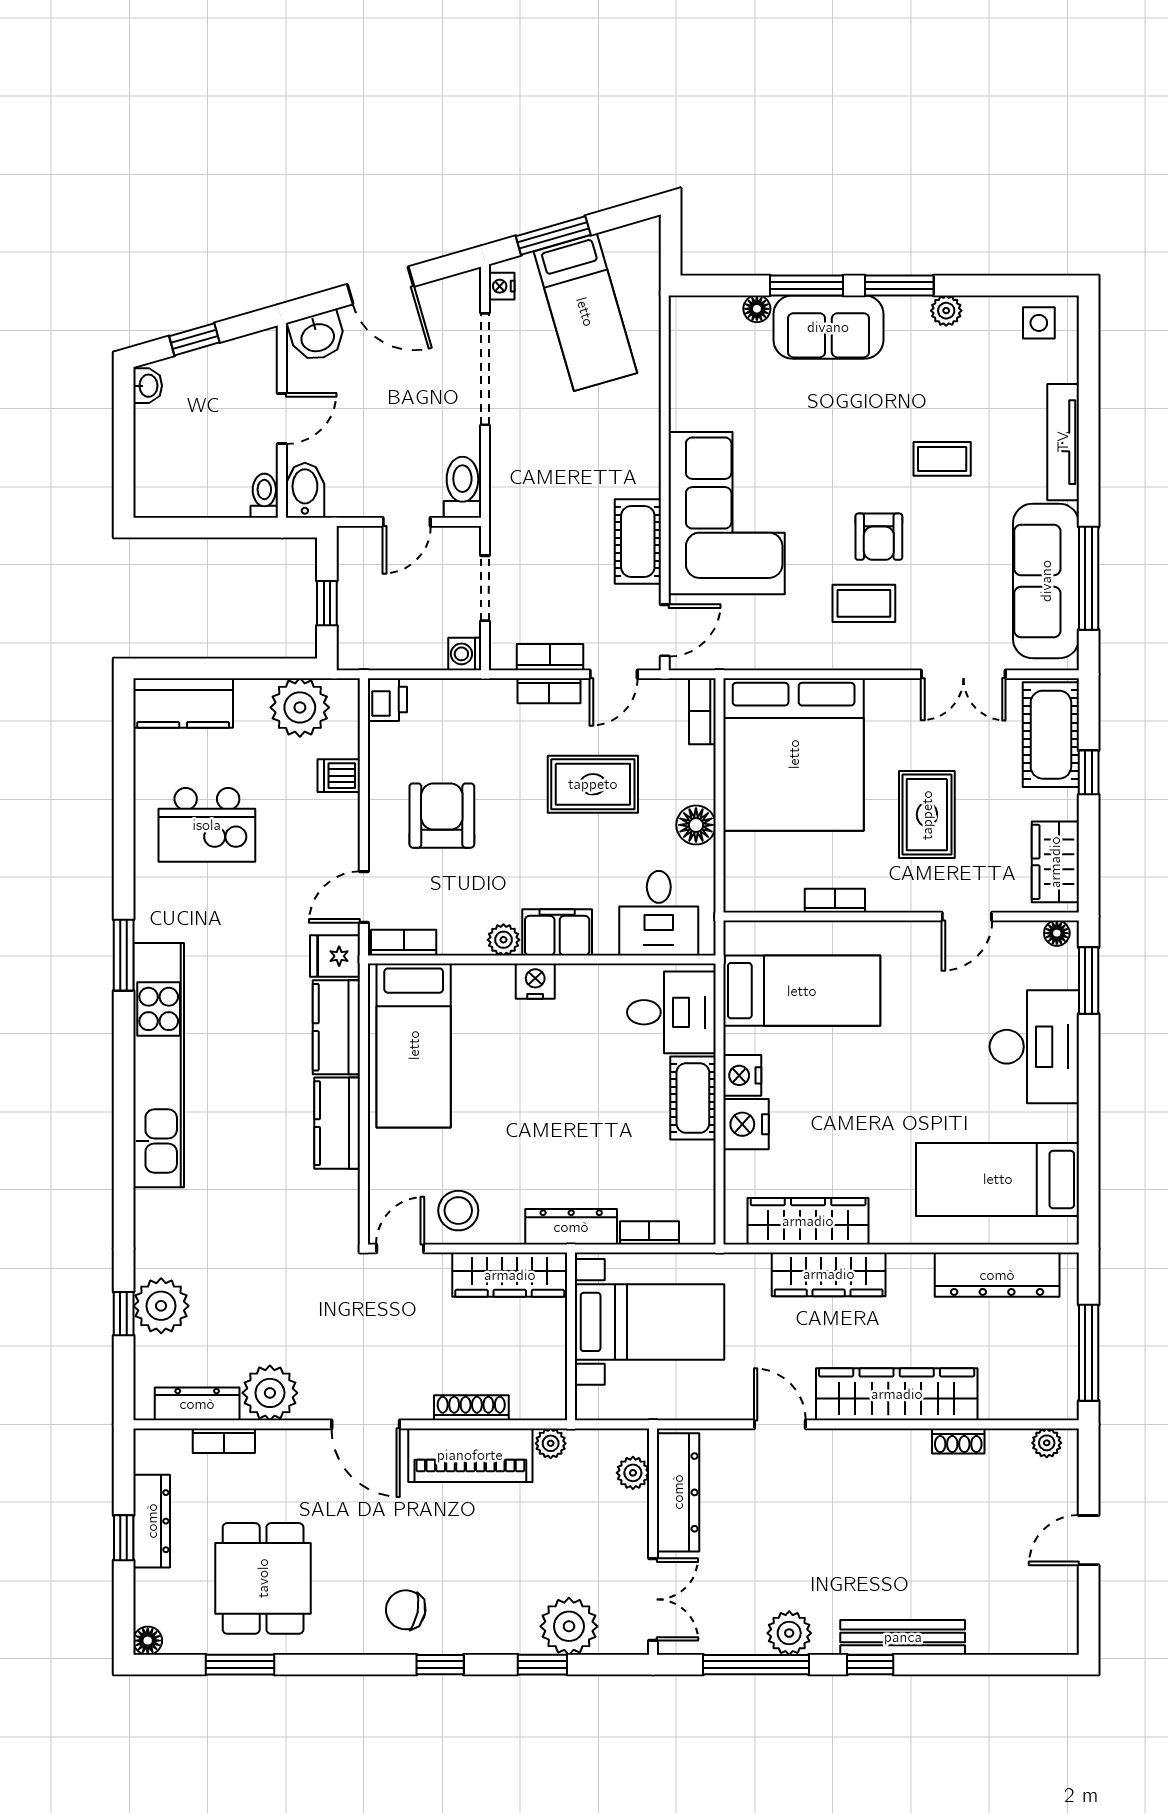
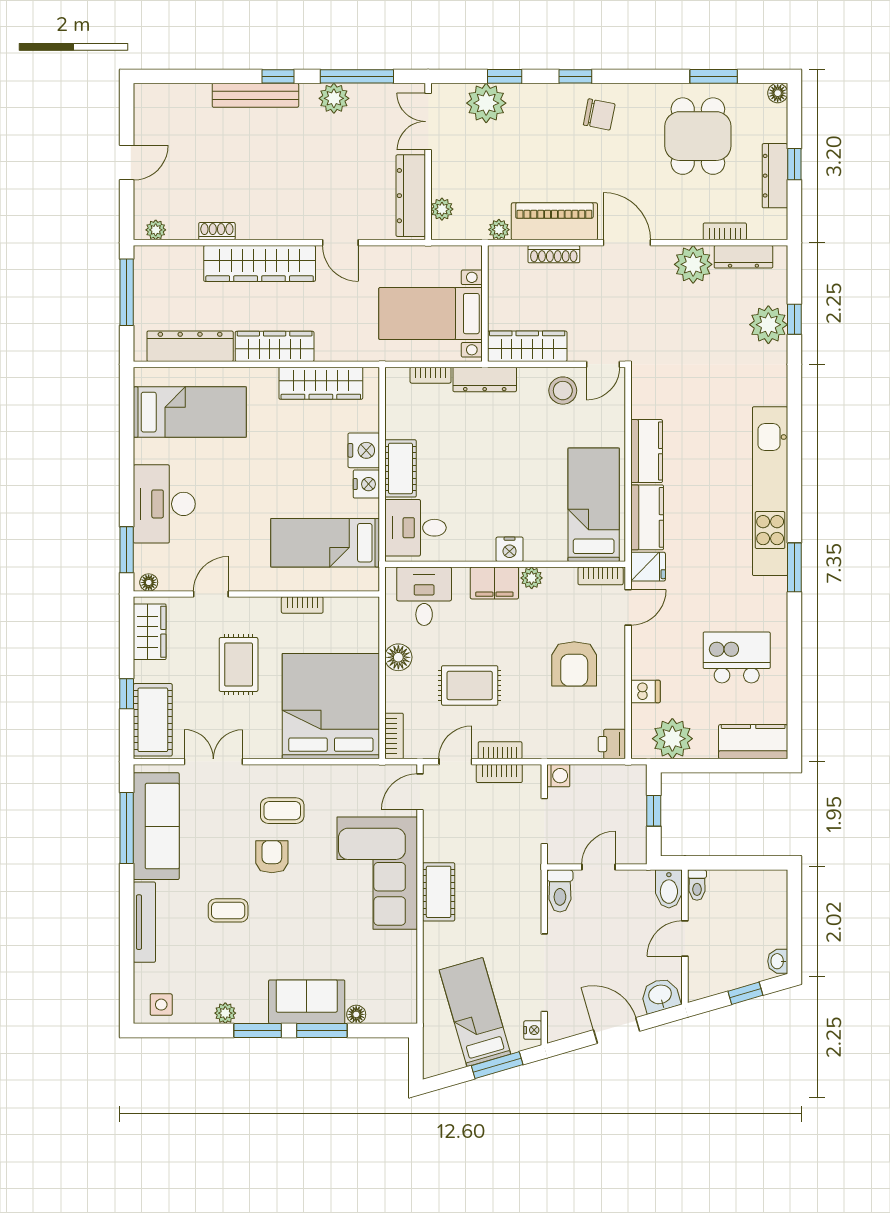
cot: (638, 541) -> (439, 892), moved
wardrobe: (829, 1274) -> (275, 346), moved

